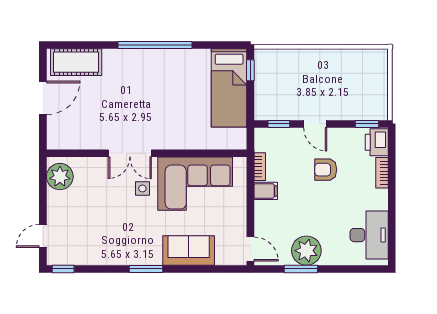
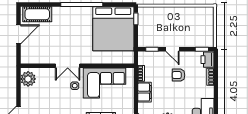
bed: (229, 88) -> (113, 29), width x2.04
filing cabinet: (266, 191) -> (145, 92), width x2.00

